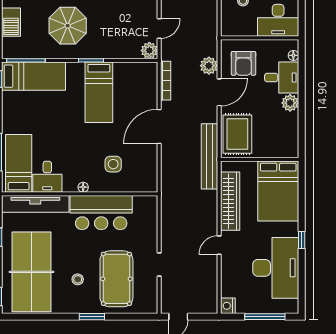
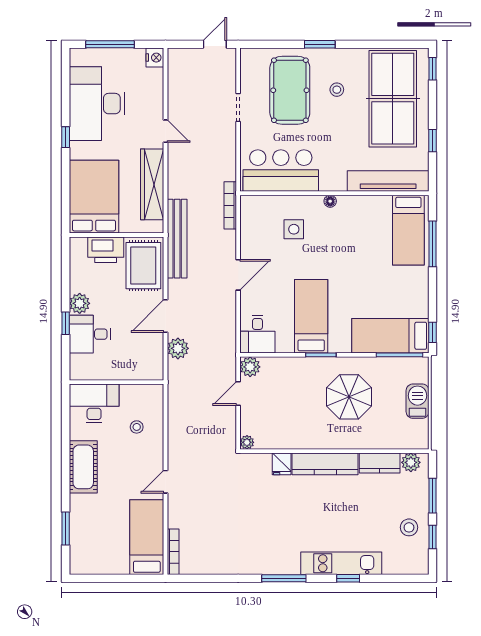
floor lamp: (293, 55) -> (75, 361), removed
armchair: (243, 63) -> (136, 351), removed
bookcase: (166, 81) -> (230, 205), moved
window: (302, 86) -> (66, 323), added
door: (159, 126) -> (238, 275), width x0.73
printer: (269, 147) -> (106, 250), added
desk: (47, 177) -> (257, 334), moved, turned 180
bar counter: (101, 213) -> (281, 171), moved
door: (219, 245) -> (165, 131), hinge flipped

